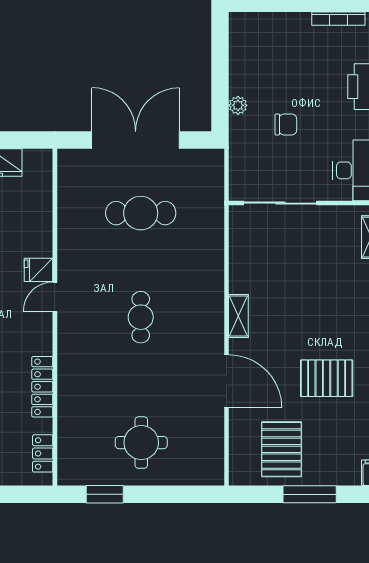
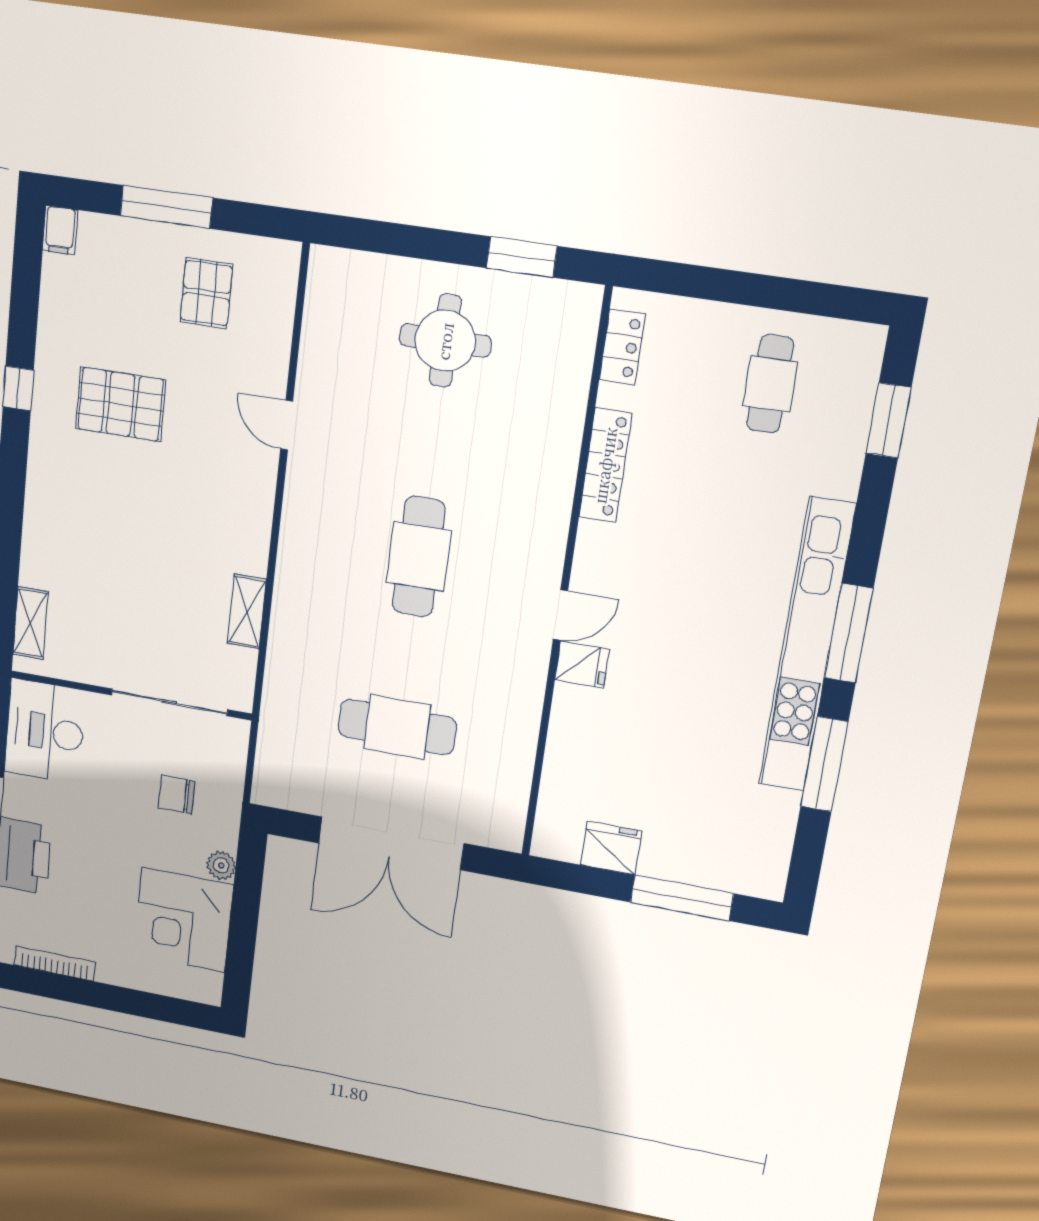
corner desk: (258, 65) -> (183, 920), added
chair: (286, 125) -> (176, 795), moved
shelving: (238, 316) -> (247, 612), moved
cafe table: (141, 317) -> (419, 557), width x1.37, depth x1.35
door: (227, 381) -> (287, 425), width x0.53
pallet: (281, 449) -> (206, 293), width x0.67, depth x0.71

